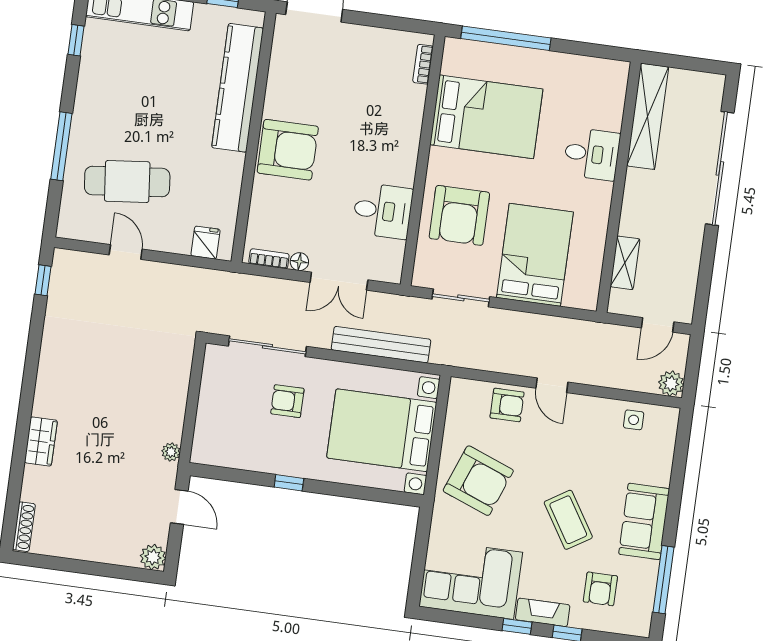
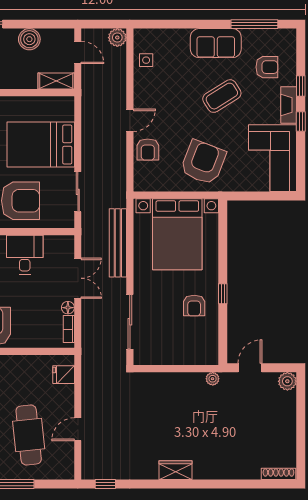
boiler: (686, 259) -> (29, 39), added
shelving: (625, 263) -> (56, 81), moved
armchair: (287, 401) -> (194, 306), moved
armchair: (507, 405) -> (148, 150), turned 180
wardrobe: (41, 441) -> (175, 470), moved

